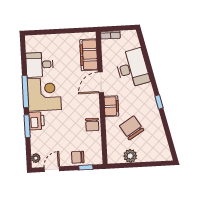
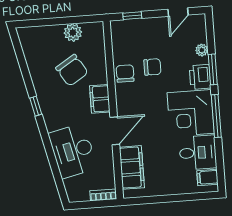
filing cabinet: (33, 46) -> (207, 177), added
chair: (78, 157) -> (152, 67), moved
plant: (36, 158) -> (202, 50), moved

